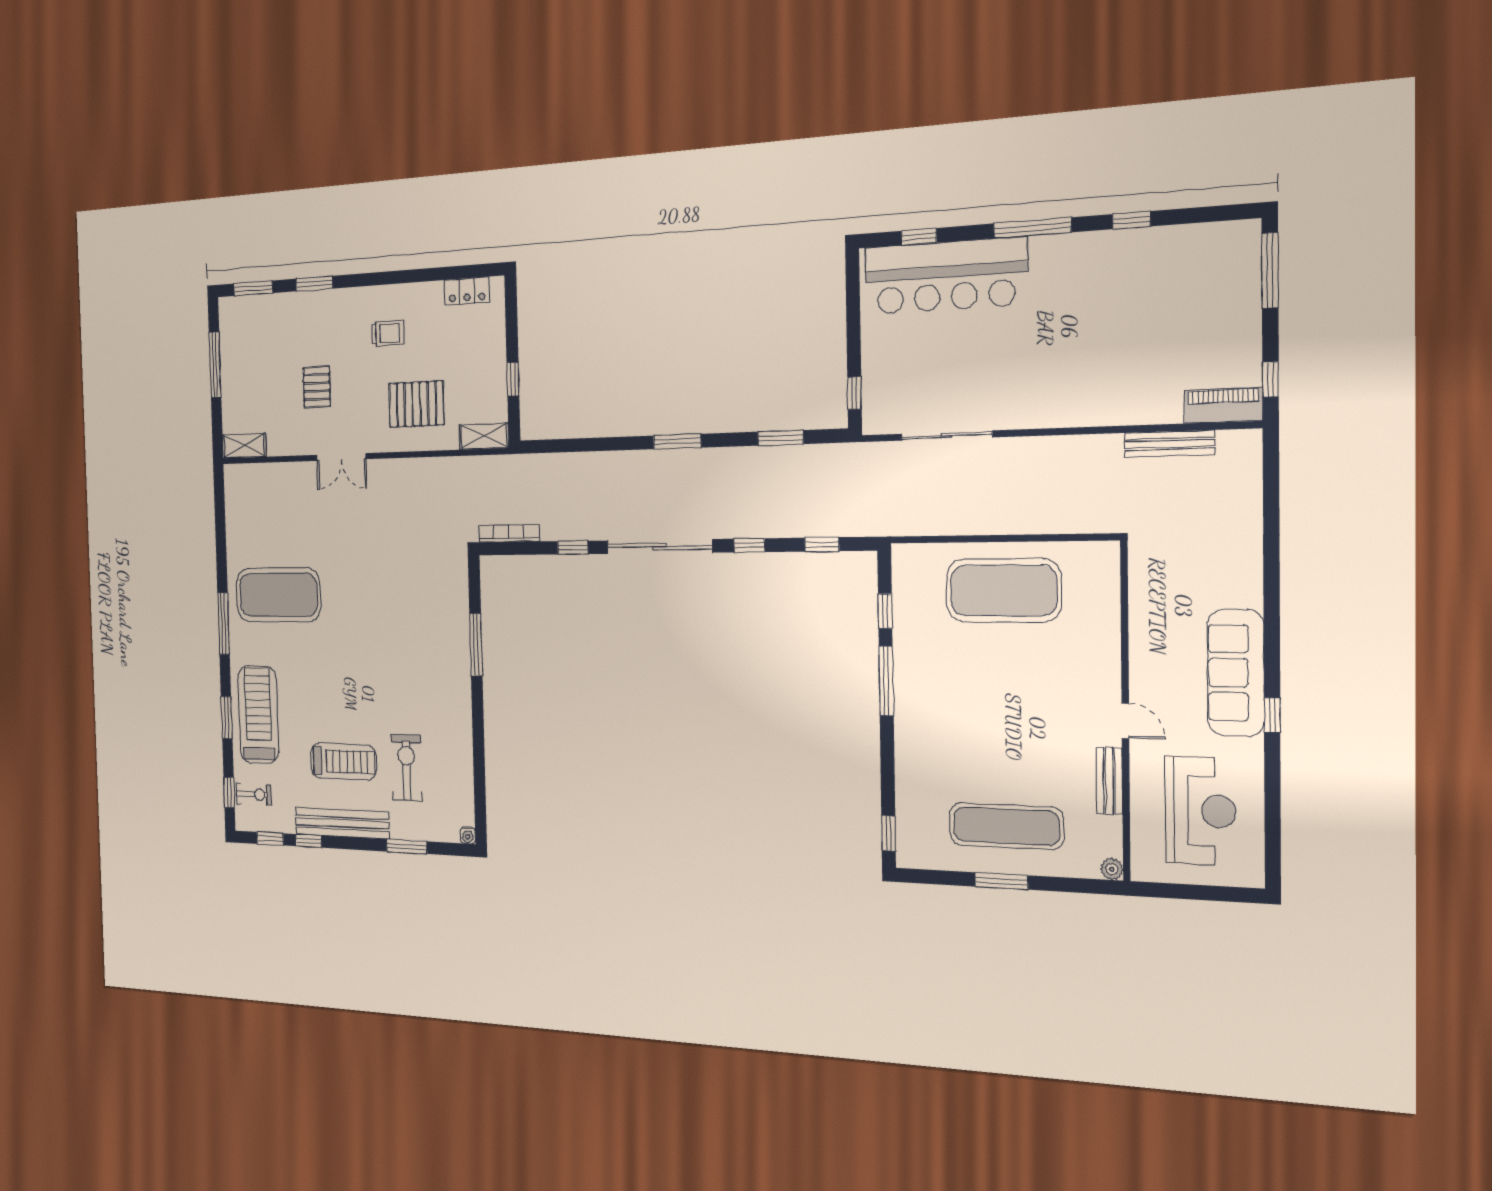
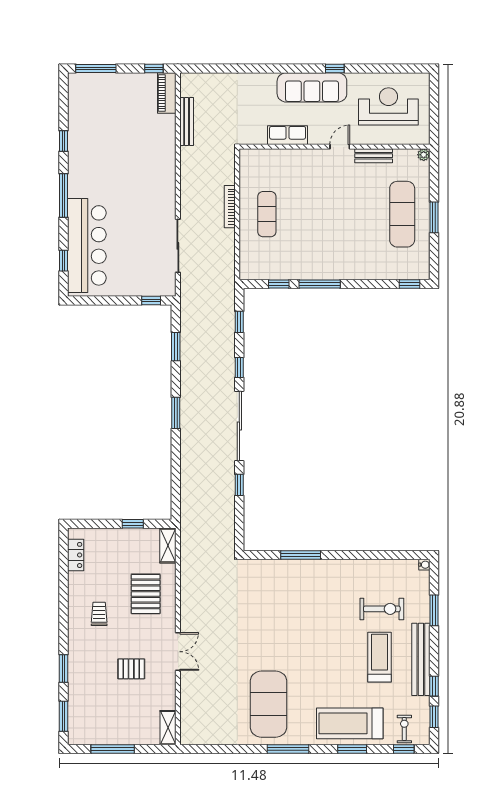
bookcase: (509, 533) -> (230, 207), moved
exercise mat: (1003, 591) -> (267, 214), width x0.50, depth x0.69
row of seats: (1146, 627) -> (288, 135), added
exercise bike: (406, 768) -> (382, 609), turned 180

